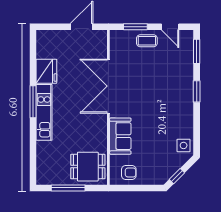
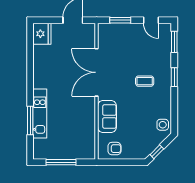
coffee table: (147, 41) -> (145, 81), moved
fridge: (46, 71) -> (42, 34), moved
window: (33, 102) -> (30, 121), moved
kitchen unit: (44, 112) -> (40, 114), moved
dining table: (88, 167) -> (78, 143), removed

